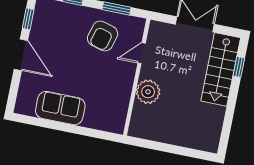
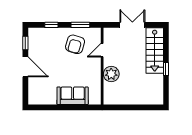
window: (239, 67) -> (166, 69), moved
sofa: (60, 108) -> (73, 96), moved

